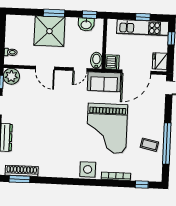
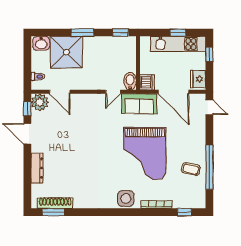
washbasin: (86, 24) -> (41, 43), moved
shower: (49, 31) -> (66, 52), moved
door: (45, 68) -> (60, 92), moved
door: (136, 72) -> (173, 92), hinge flipped

